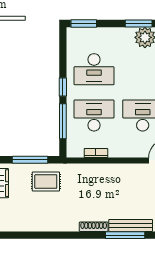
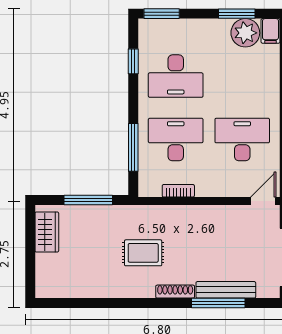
window: (63, 87) -> (133, 61), moved
rug: (46, 181) -> (143, 253), moved

